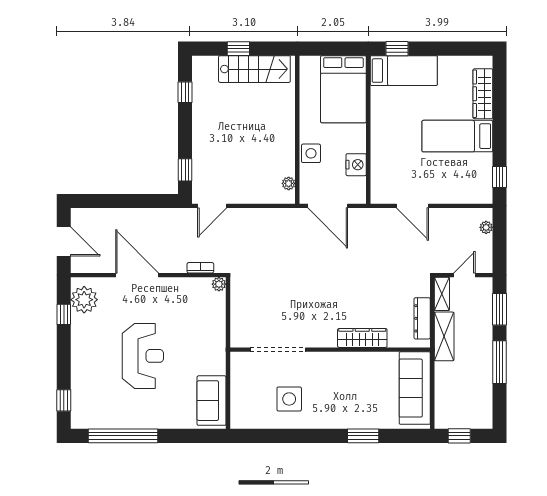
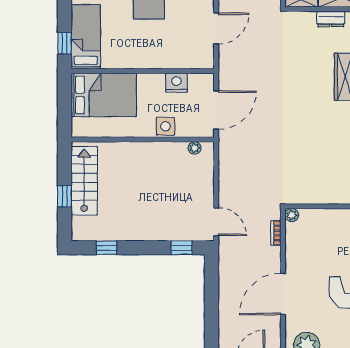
dresser: (422, 318) -> (331, 19), width x0.70

